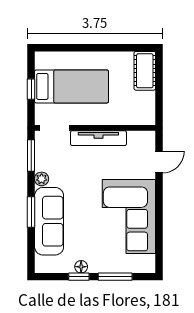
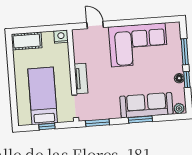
nightstand: (147, 116) -> (61, 37), added
tv unit: (98, 138) -> (81, 79), width x0.71
plant: (42, 179) -> (179, 108), moved

